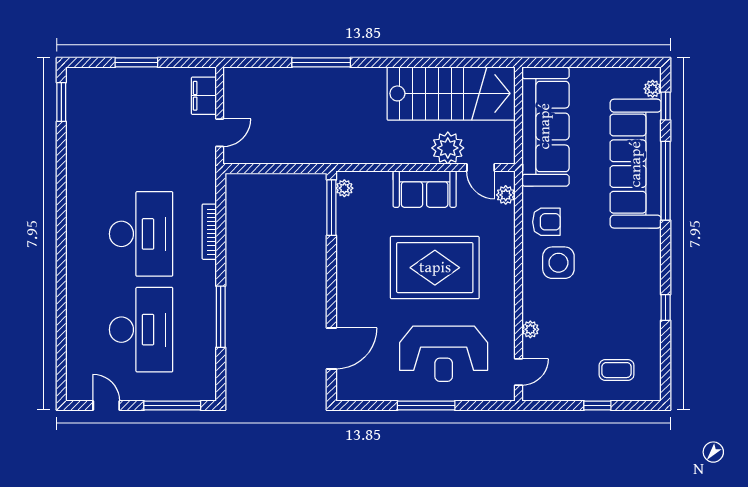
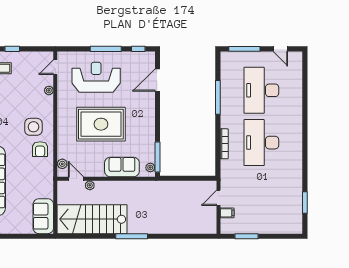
window: (136, 62) -> (246, 236), moved
window: (321, 62) -> (132, 236), moved
filing cabinet: (204, 96) -> (227, 213), width x0.50
window: (61, 102) -> (305, 202), moved
sofa: (545, 126) -> (43, 216), width x0.54, depth x0.79
plant: (448, 148) -> (90, 185), width x0.53, depth x0.53
sofa: (425, 189) -> (122, 167), moved
armchair: (546, 222) -> (40, 149), turned -90
window: (366, 405) -> (138, 49), added

